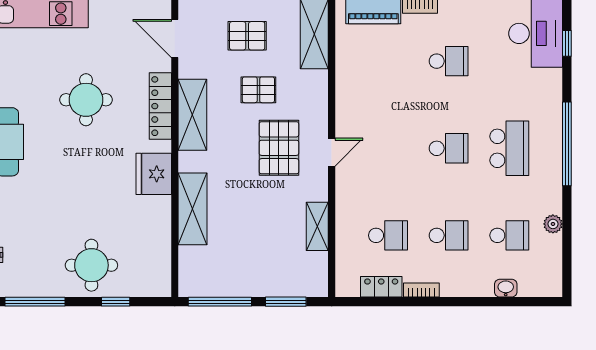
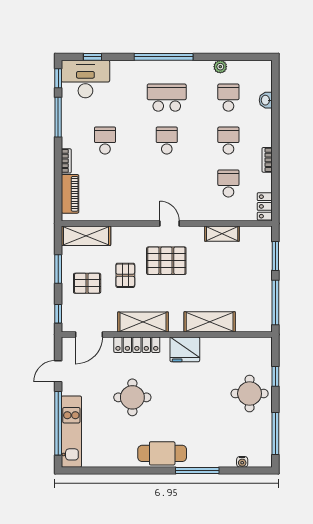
pallet: (247, 36) -> (87, 283), turned 90
locker: (381, 287) -> (265, 206), moved

